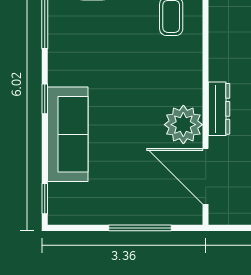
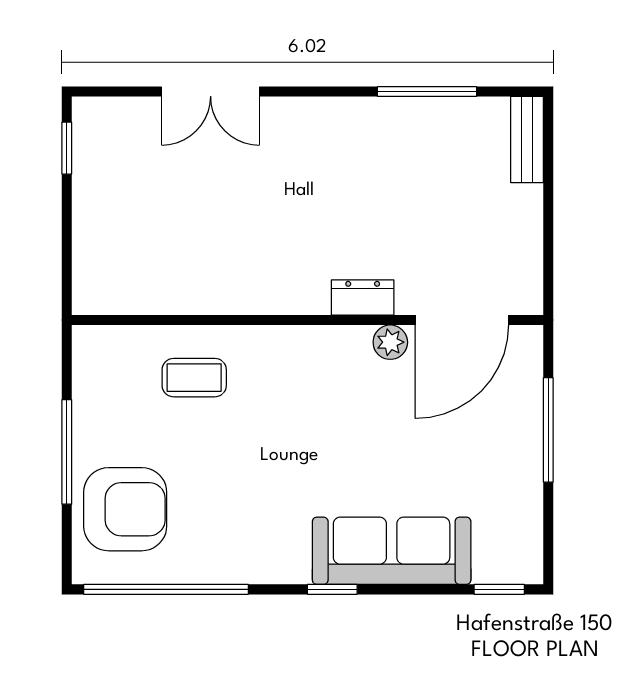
dresser: (219, 109) -> (363, 298), width x0.70
plant: (183, 125) -> (390, 342), width x0.53, depth x0.53

